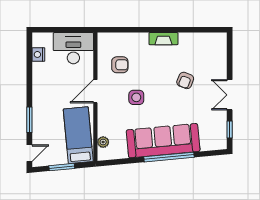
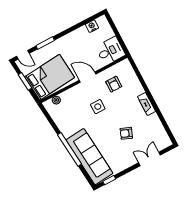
desk: (73, 48) -> (110, 51), width x0.73
double door: (230, 95) -> (149, 159), moved
bed: (78, 135) -> (50, 77), width x1.50
sofa: (163, 141) -> (89, 157), moved

